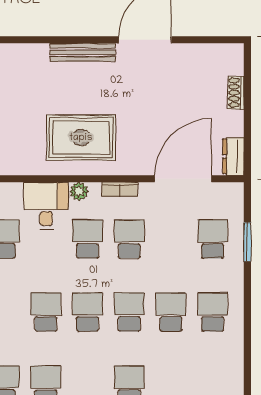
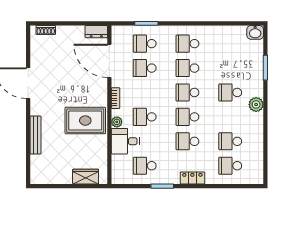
bench: (83, 52) -> (35, 135), moved
shoe rack: (236, 93) -> (46, 30), moved
rug: (81, 138) -> (85, 121), turned 90
school desk: (129, 239) -> (145, 68), moved

